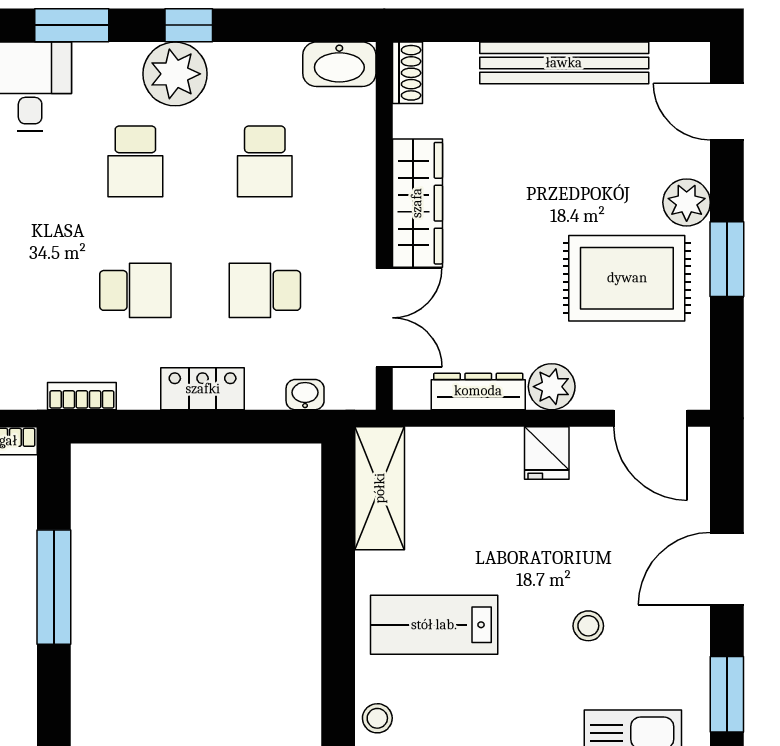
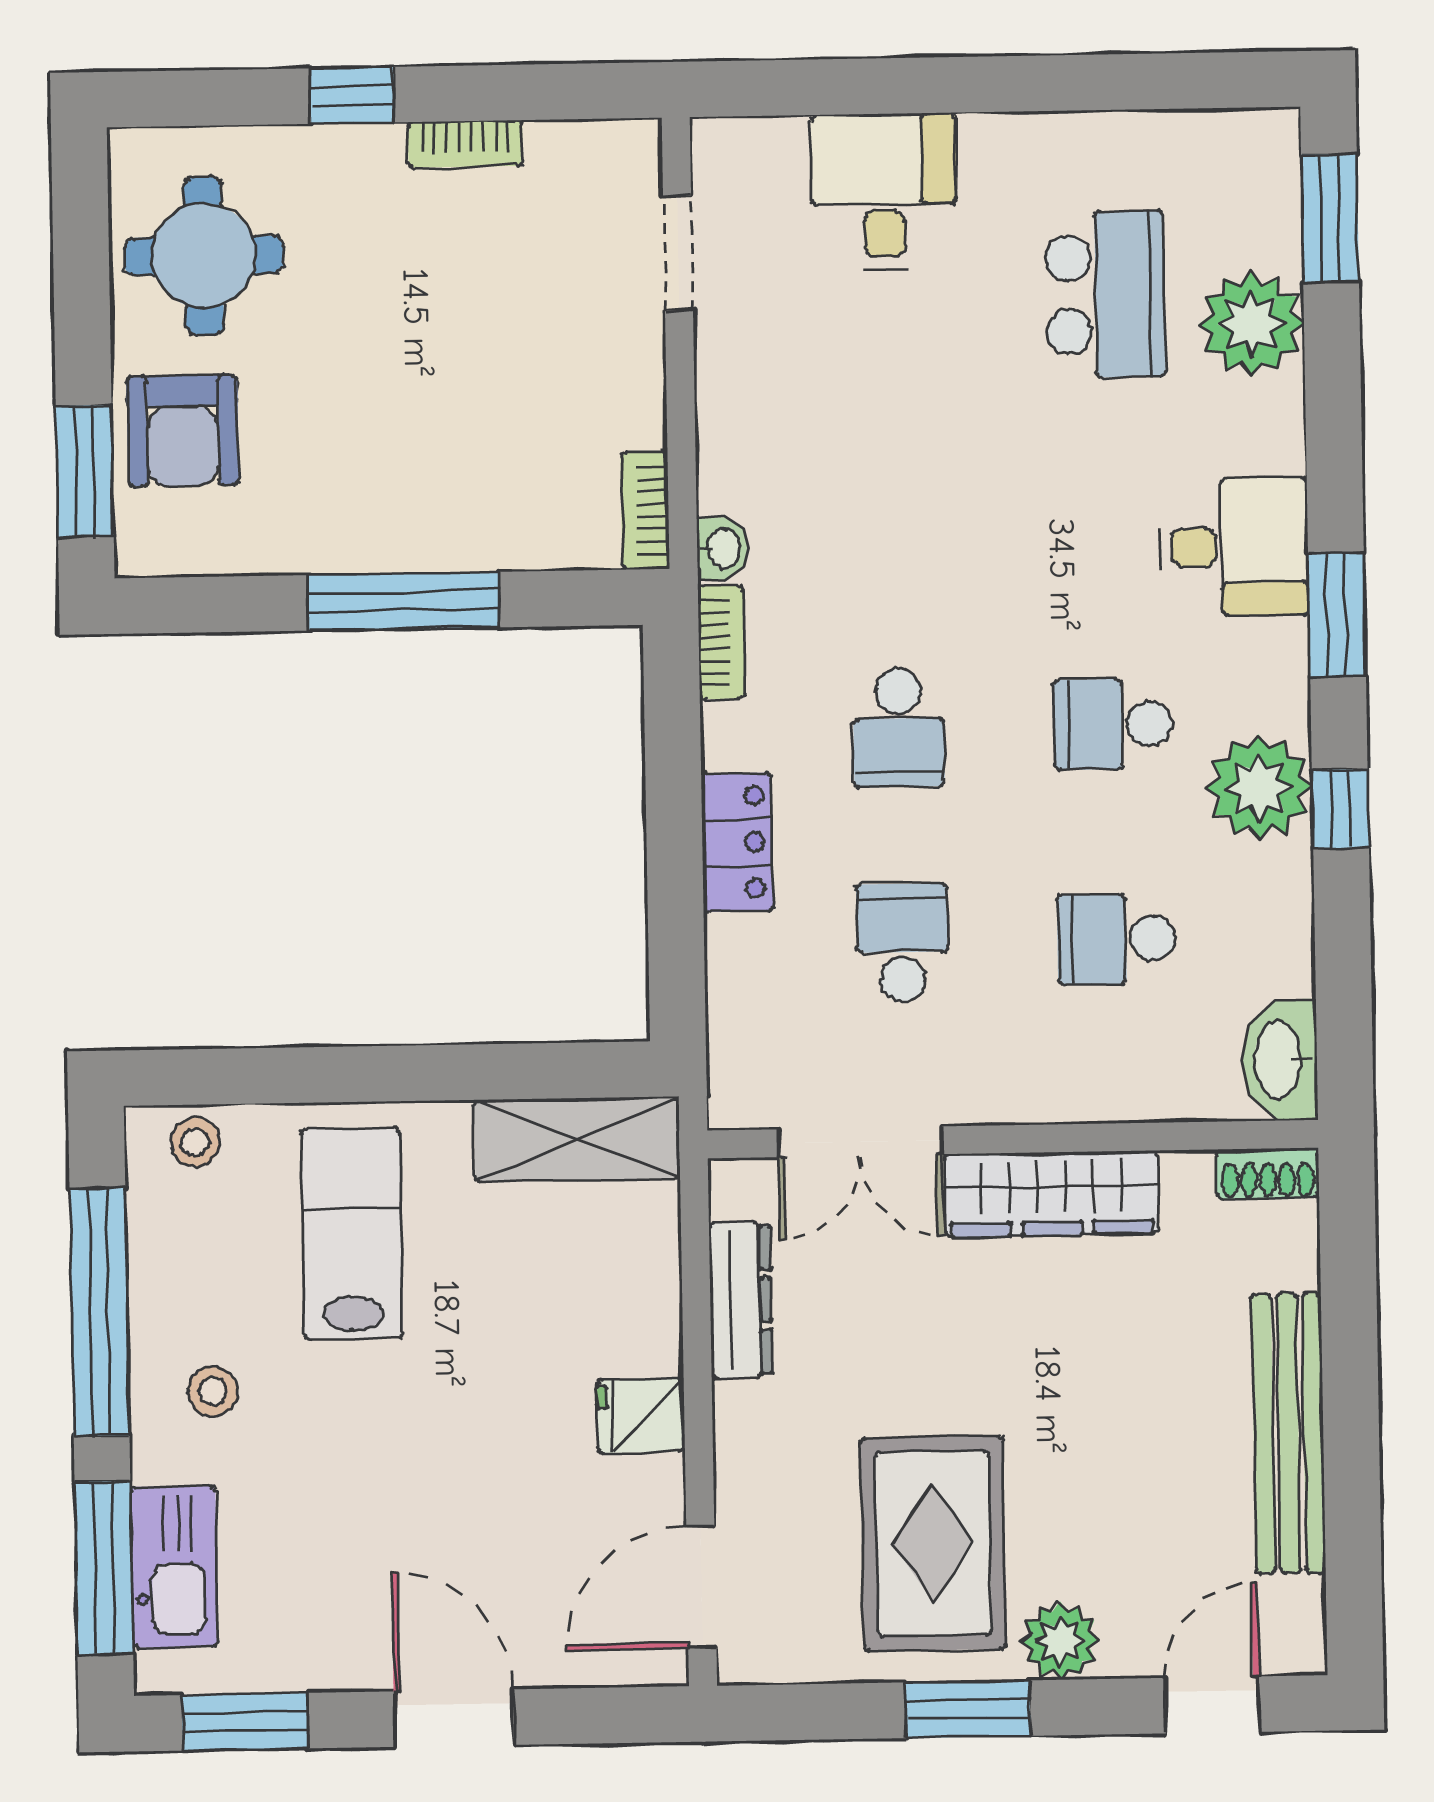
plant: (552, 387) -> (751, 1422), removed
washbasin: (305, 395) -> (722, 548), moved
stool: (588, 626) -> (213, 1391), moved

